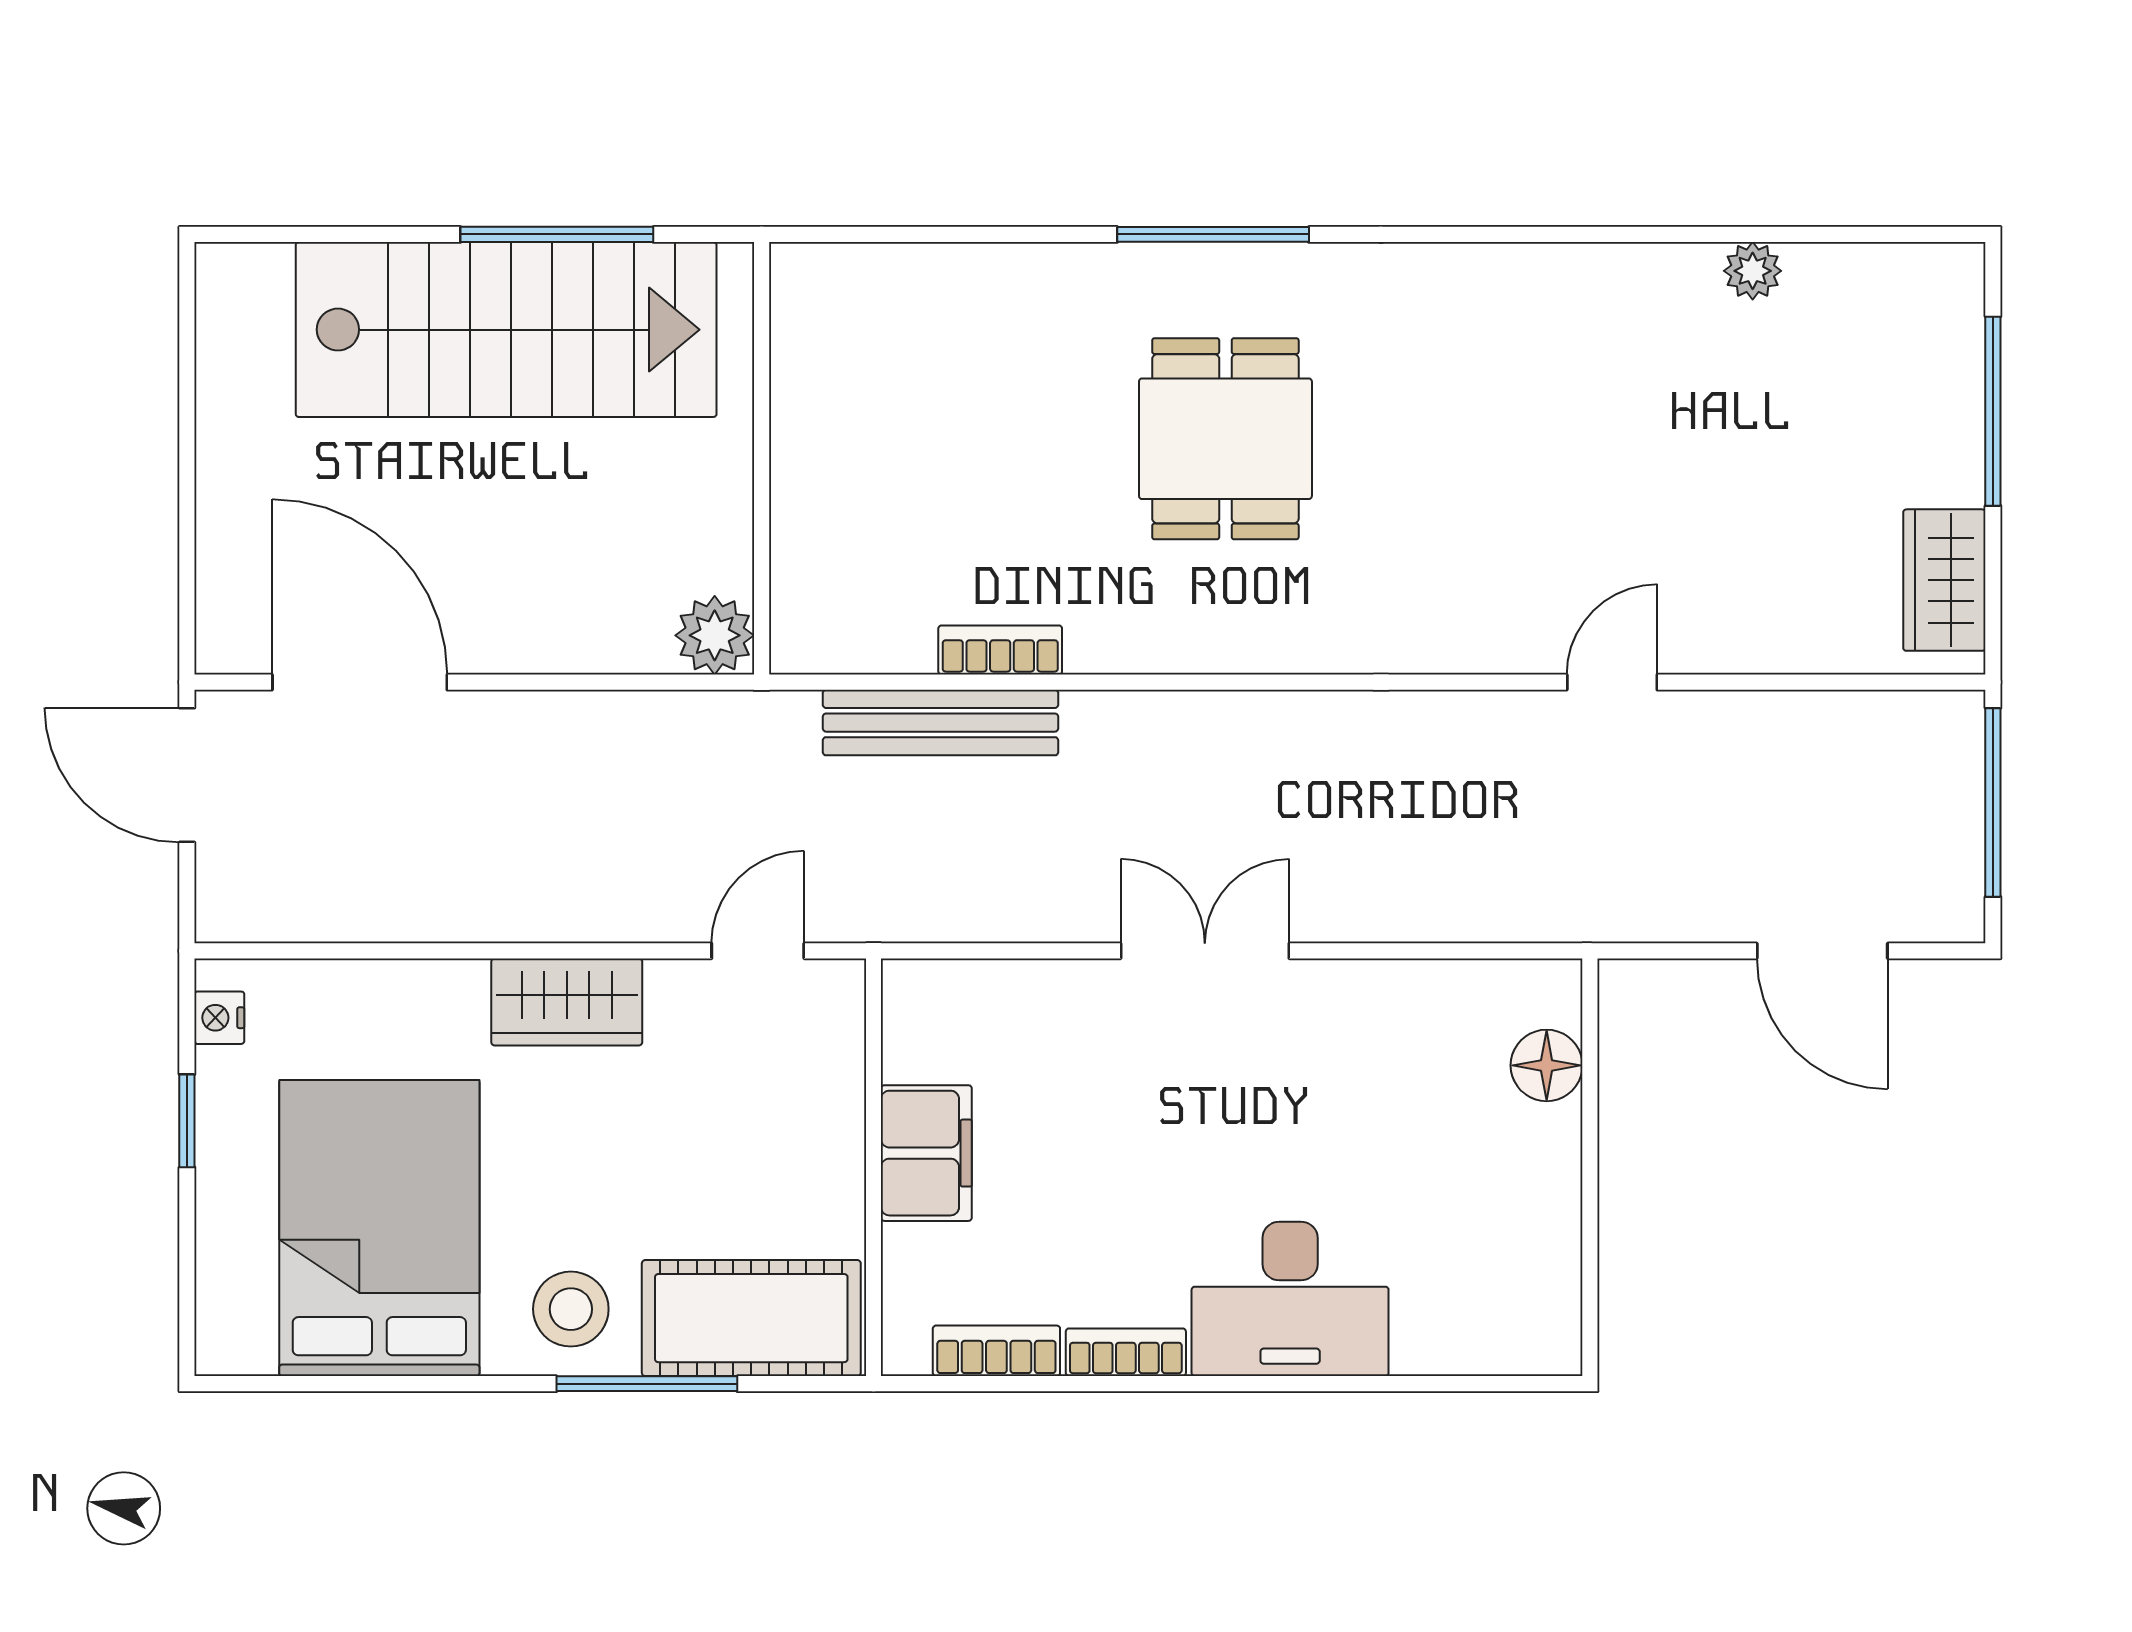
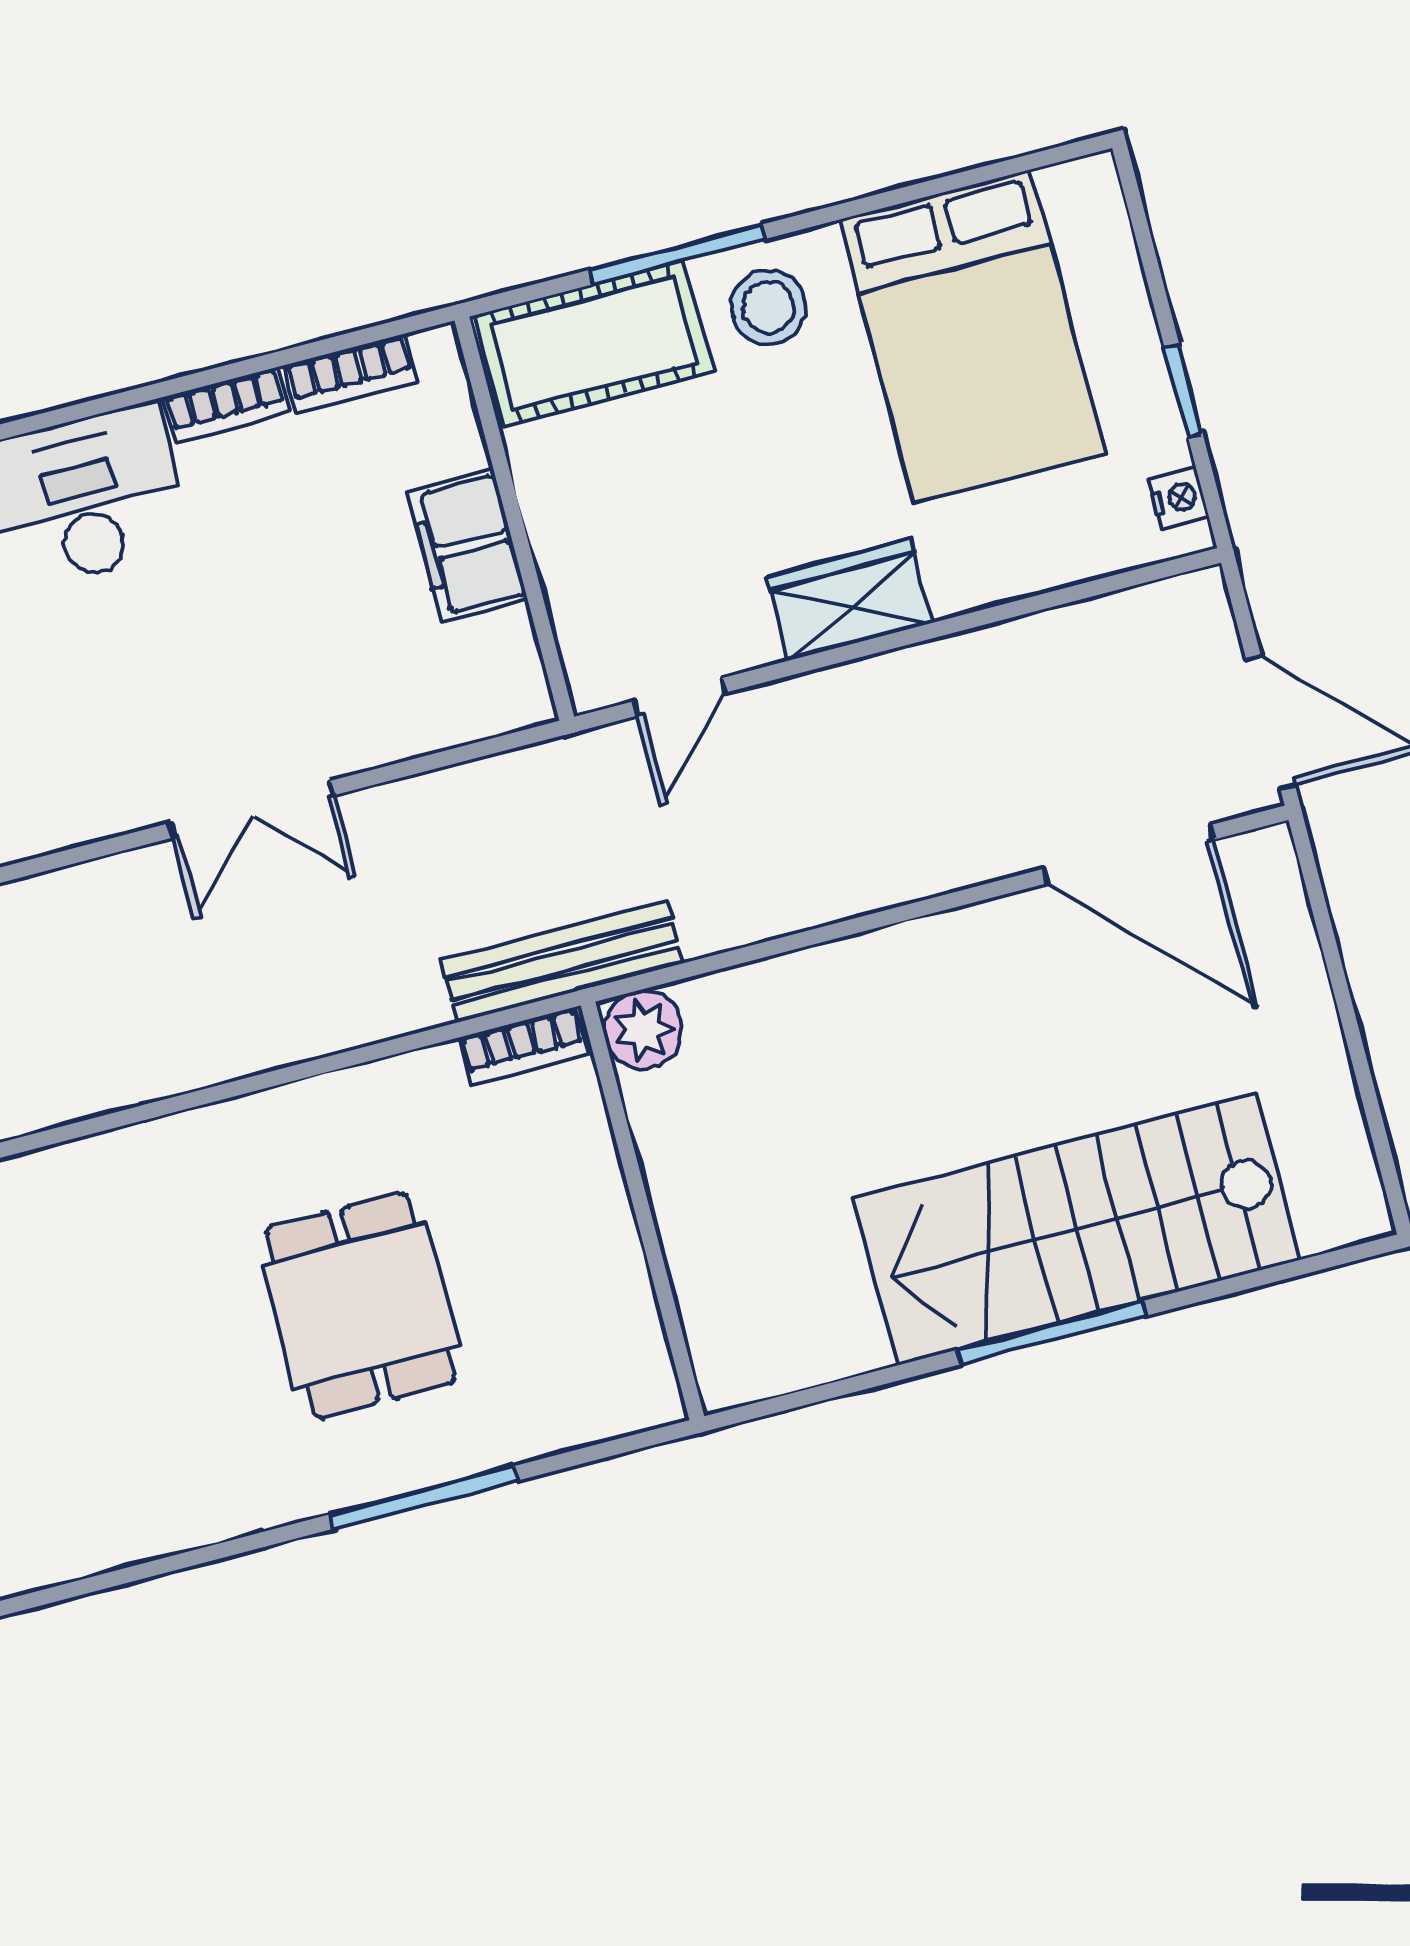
wall: (762, 458) -> (642, 1211), moved
plant: (715, 635) -> (643, 1030), moved

